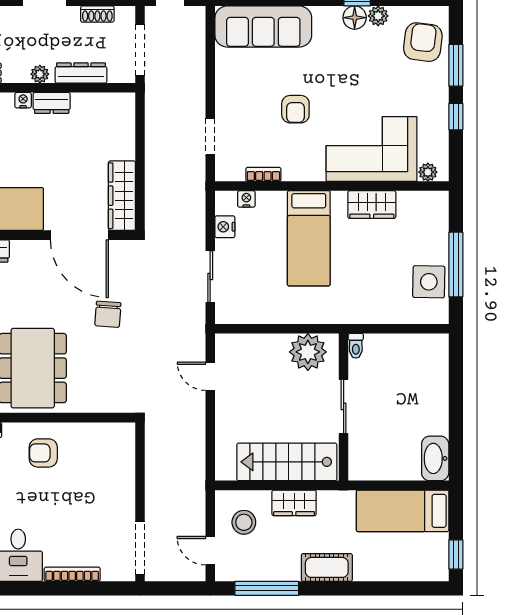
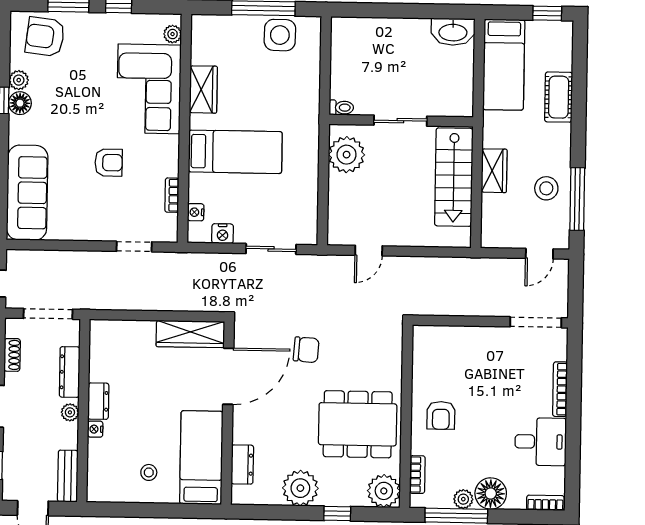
stool: (244, 522) -> (546, 188), moved
cot: (327, 567) -> (559, 97), moved

